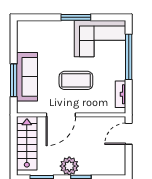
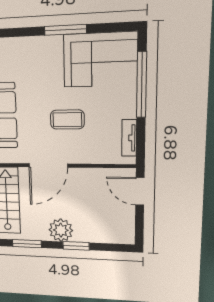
coffee table: (76, 80) -> (67, 119), width x0.73, depth x0.76
door: (129, 134) -> (140, 191), hinge flipped

